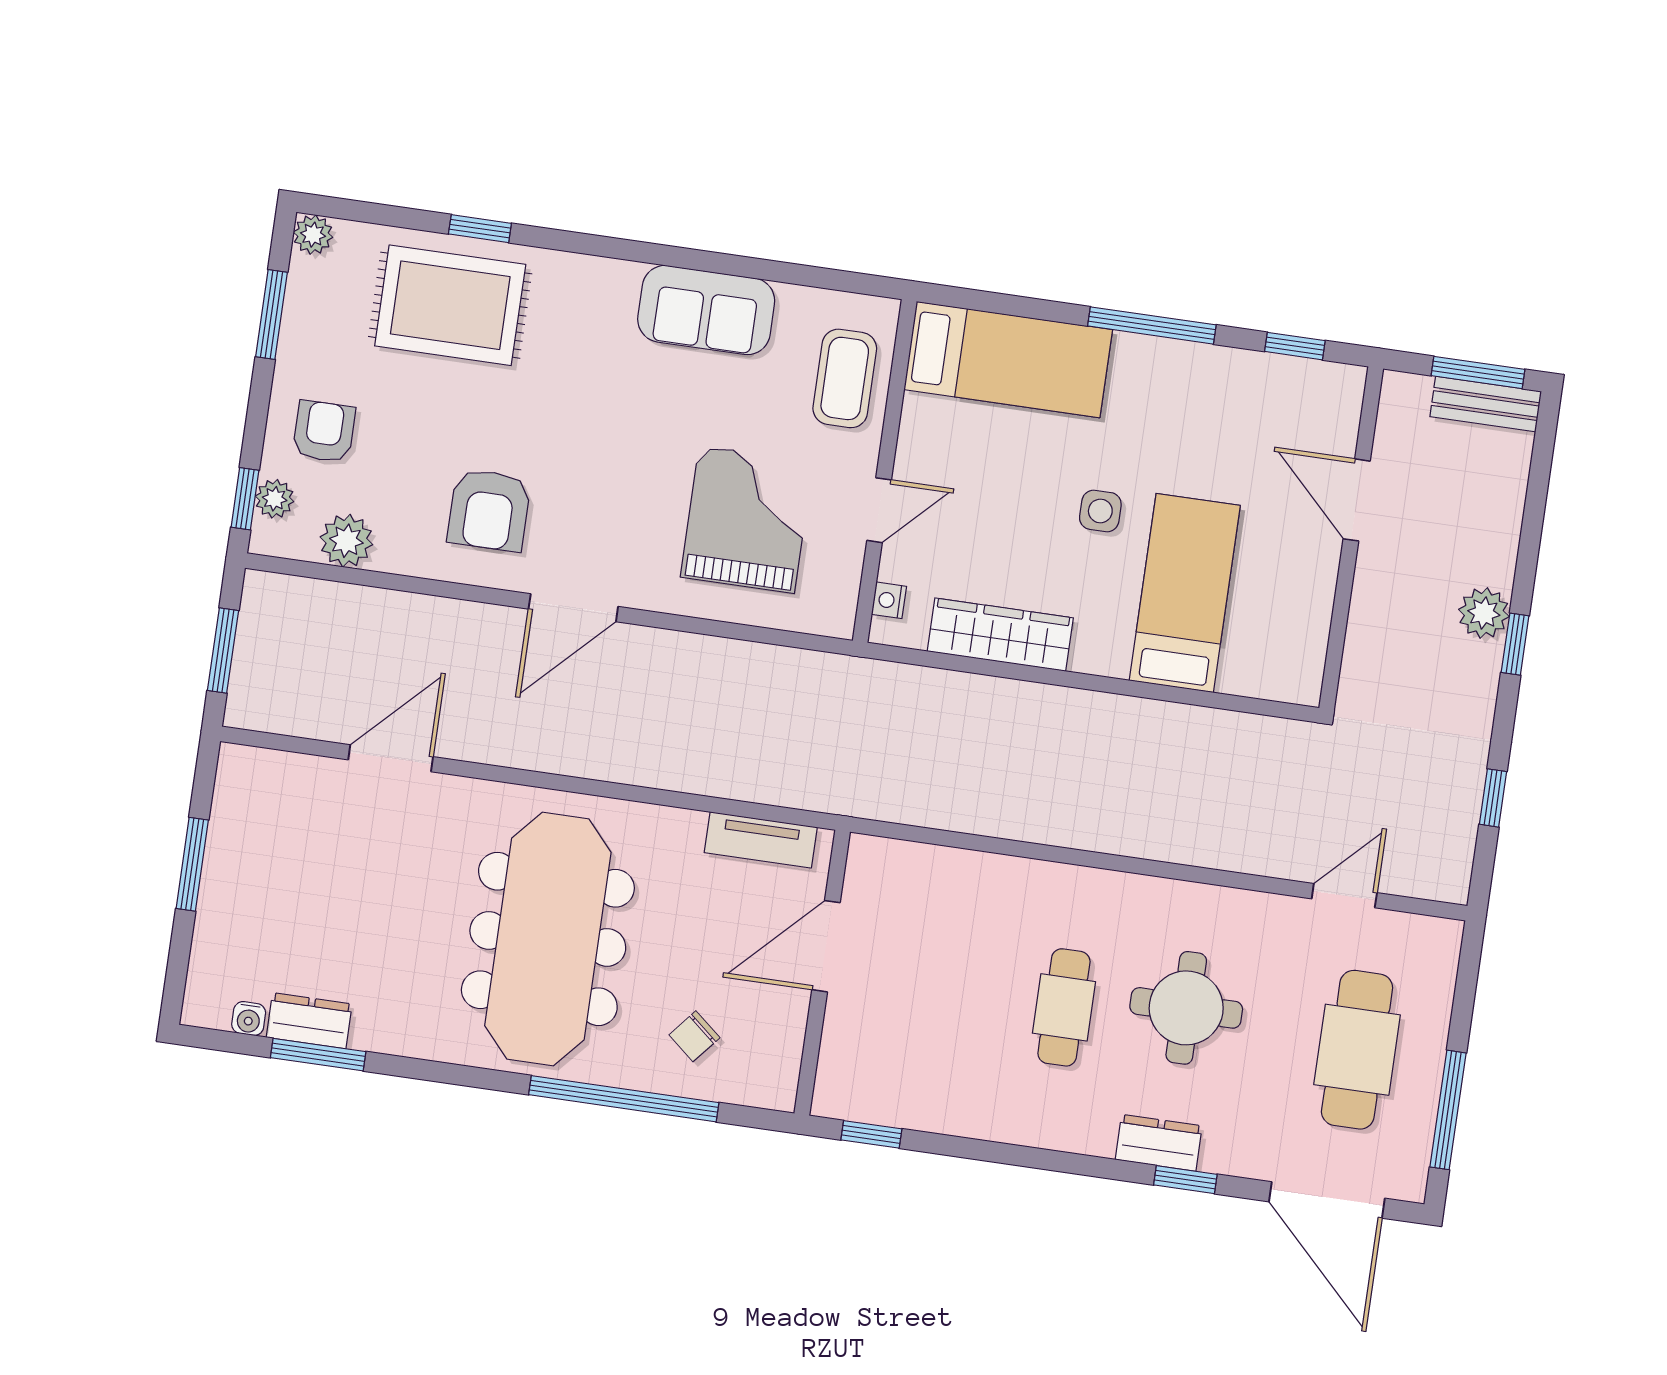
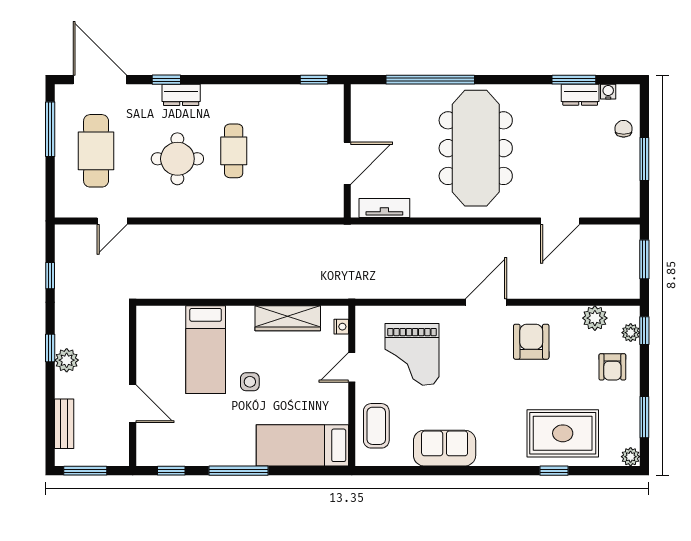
bench: (1486, 404) -> (64, 424), moved, turned 90
chair: (694, 1036) -> (624, 129), moved, turned -40

